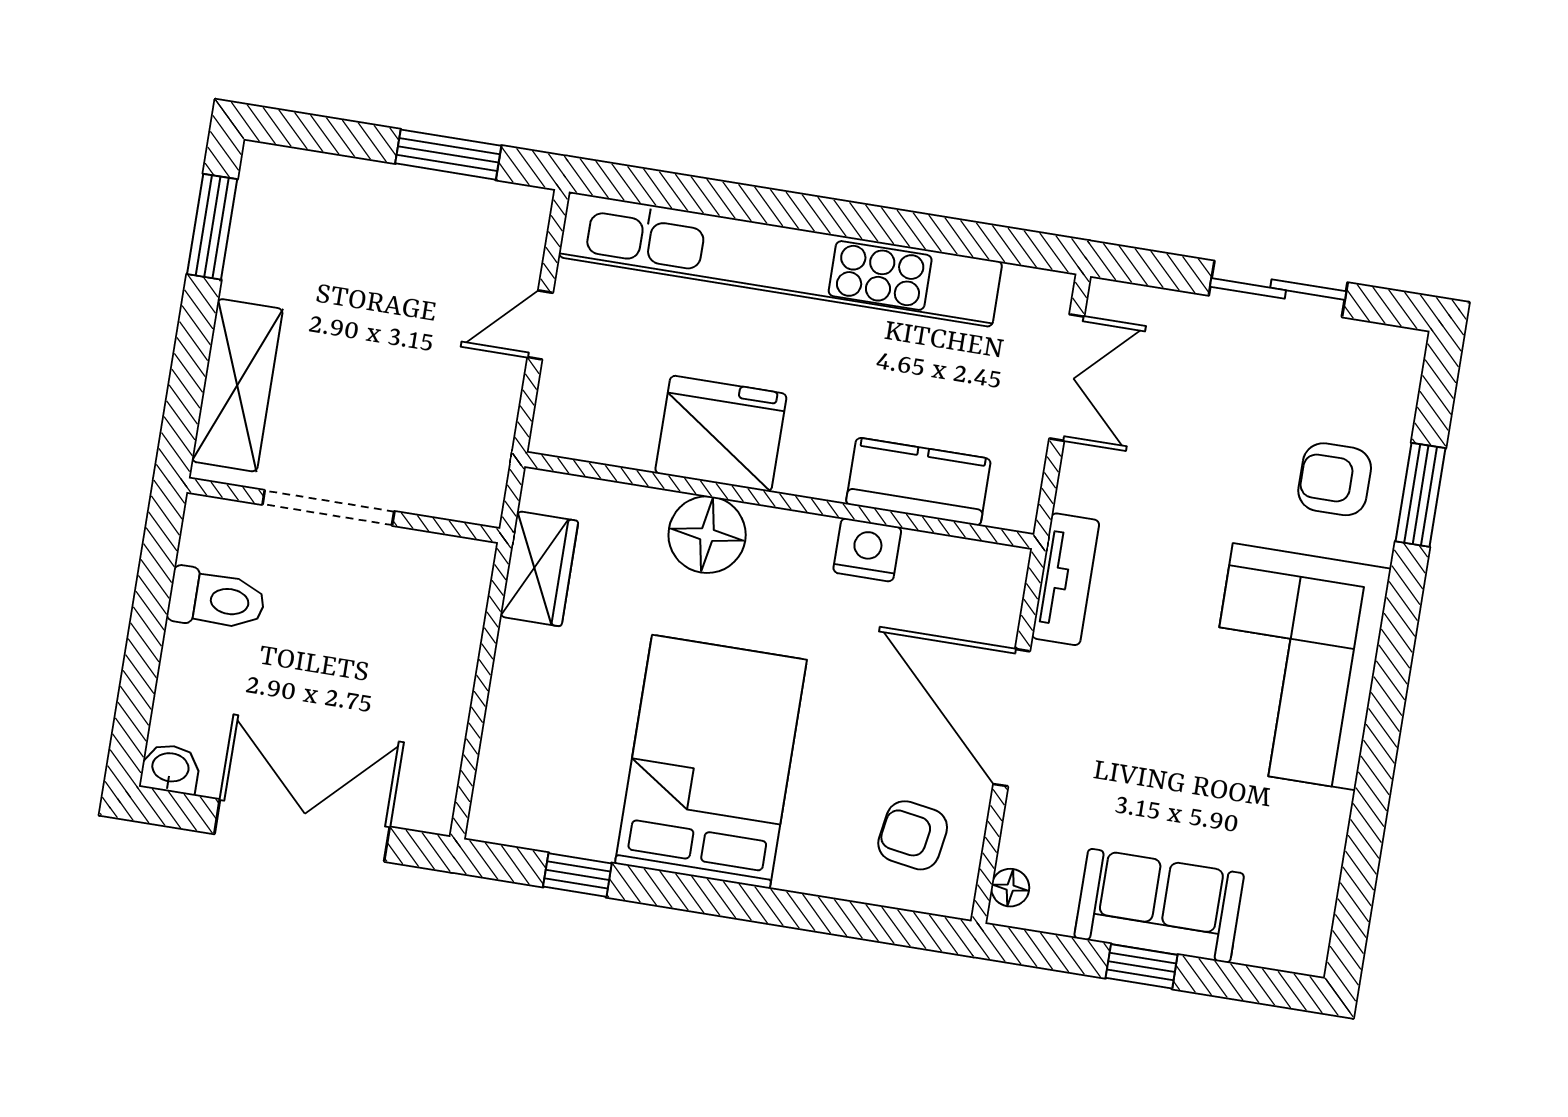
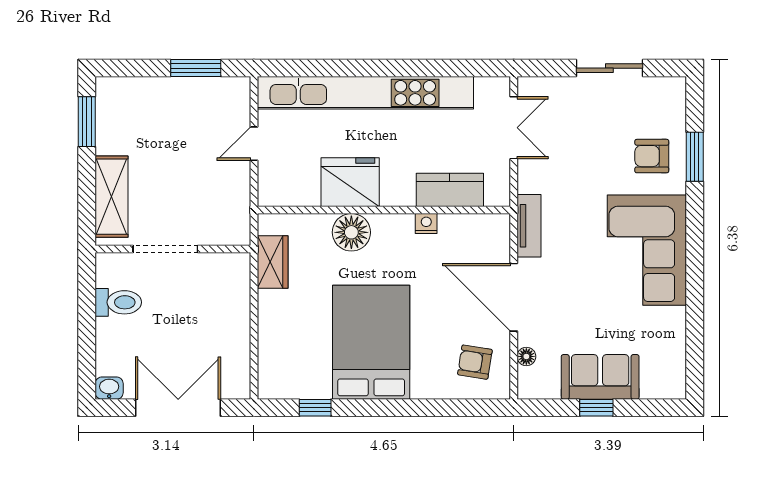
nightstand: (867, 550) -> (426, 223), width x0.72, depth x0.74
floor lamp: (1010, 888) -> (526, 356), moved

